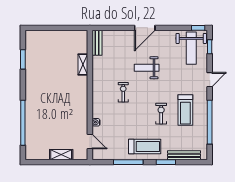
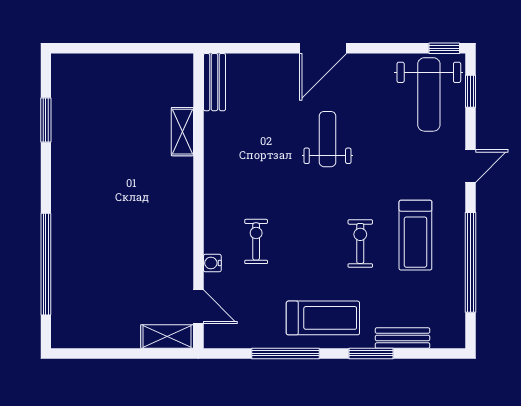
weight bench: (147, 68) -> (327, 139), turned 90
exercise bike: (123, 92) -> (256, 241), moved
shelving: (61, 155) -> (167, 337), moved
bench: (184, 155) -> (402, 338), width x0.73

